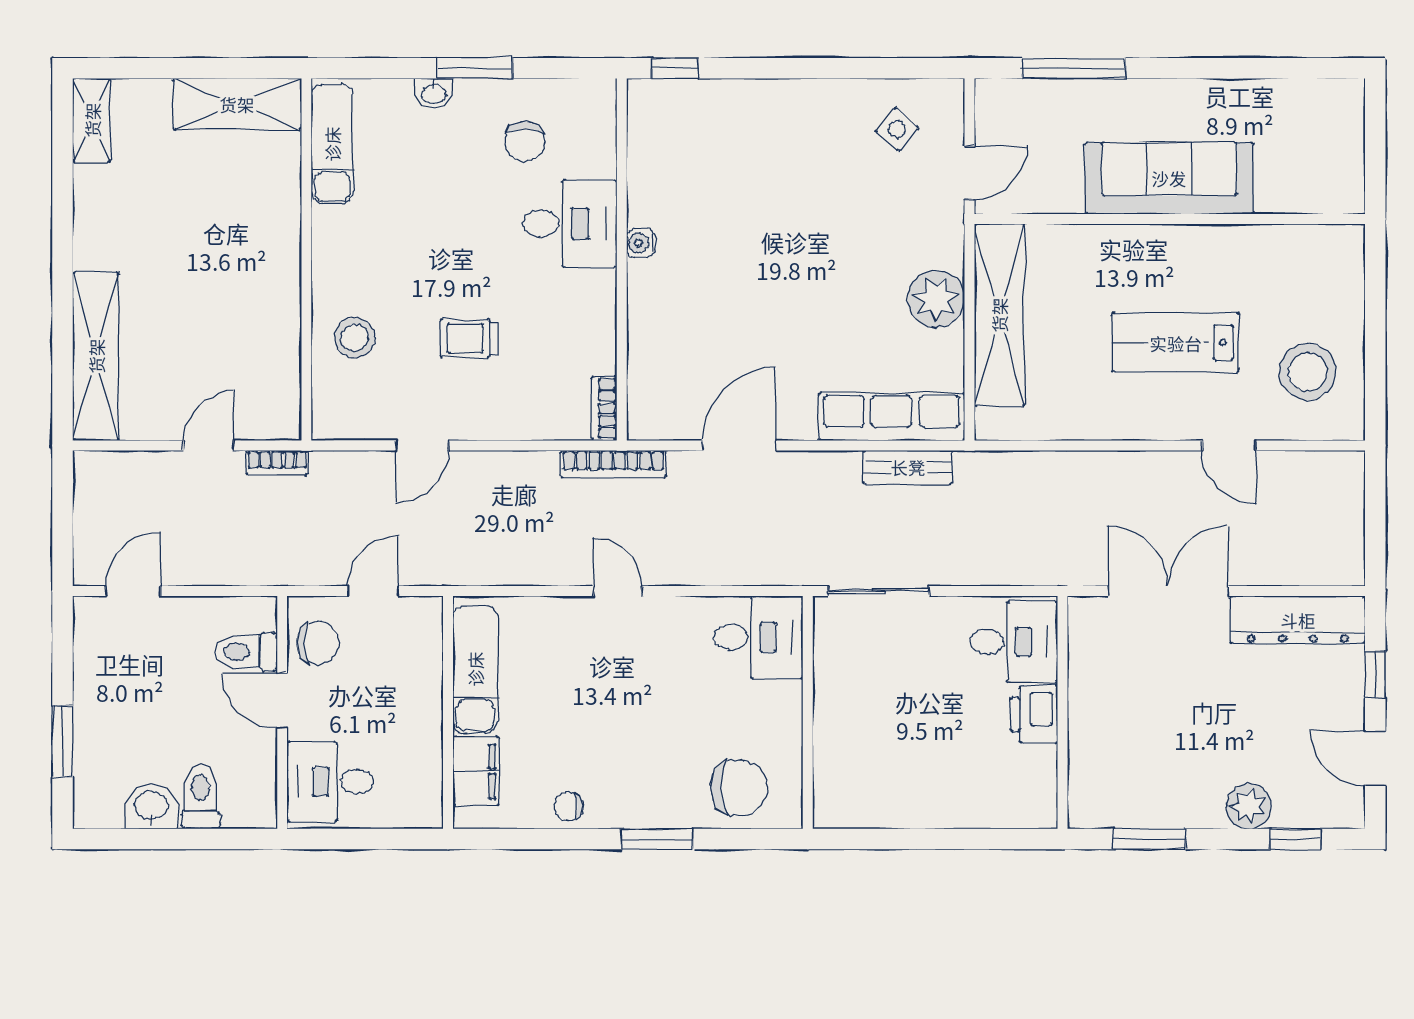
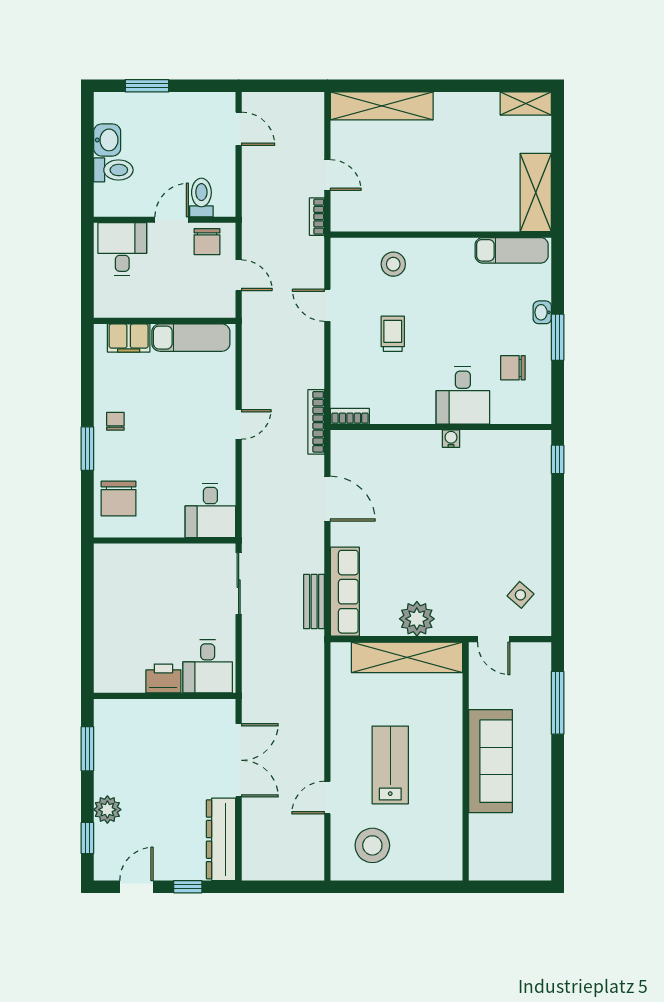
chair: (569, 807) -> (115, 421), moved

